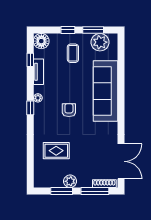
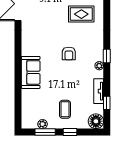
plant: (100, 42) -> (43, 124), width x0.53, depth x0.53
sofa: (105, 91) -> (31, 72), width x0.54, depth x0.79

